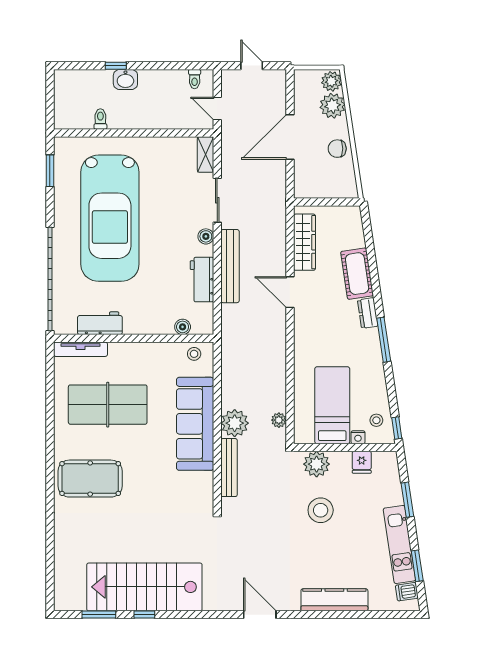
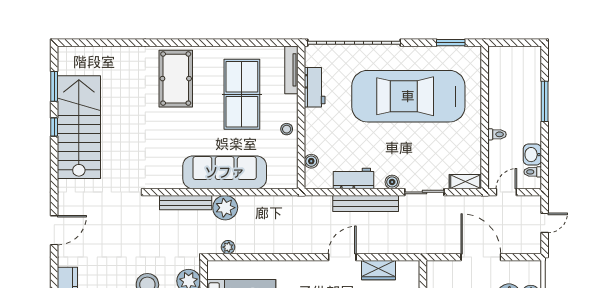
window: (116, 66) -> (545, 101), width x2.17
washbasin: (125, 79) -> (532, 155), moved
toilet: (100, 119) -> (497, 134), moved
wardrobe: (304, 242) -> (379, 270), width x0.67
stool: (194, 354) -> (287, 129), moved

